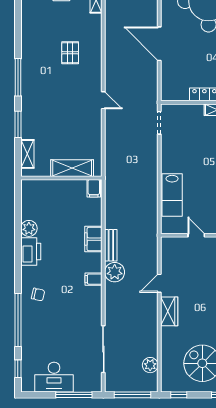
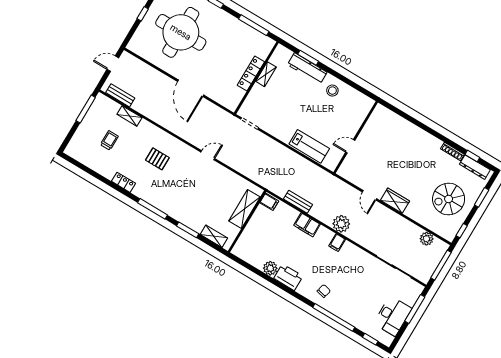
locker: (27, 33) -> (124, 182), added
door: (159, 44) -> (191, 88), hinge flipped
bench: (111, 245) -> (298, 202), moved

